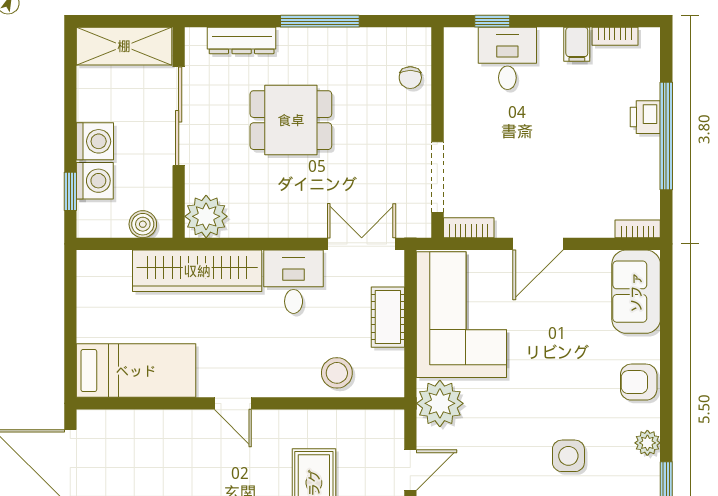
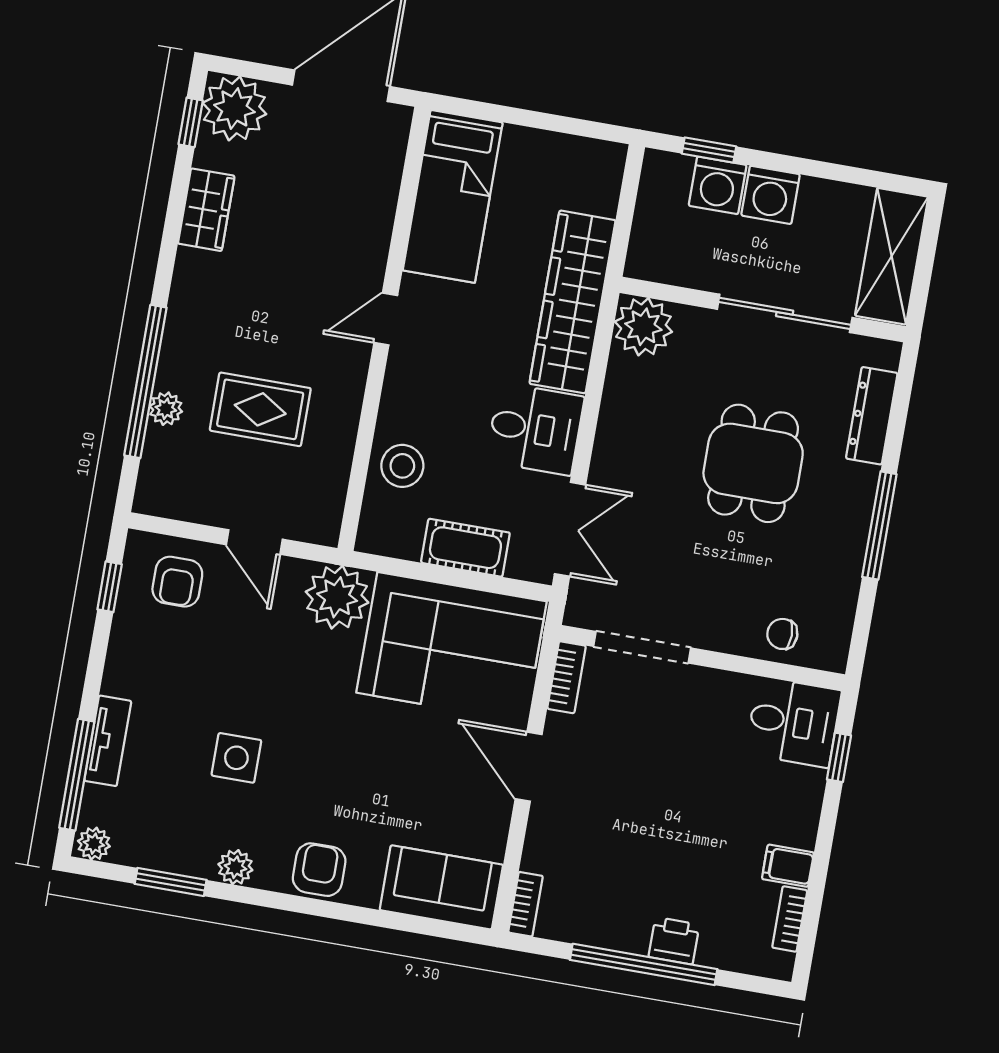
desk: (507, 58) -> (793, 722), moved
boiler: (143, 224) -> (648, 240), removed

